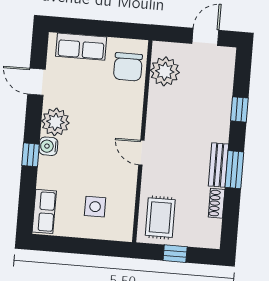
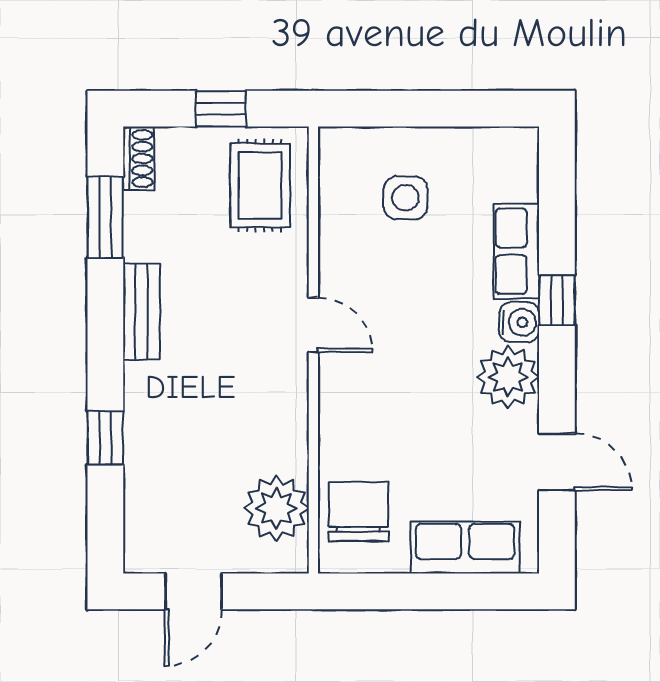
window: (234, 170) -> (105, 217), moved
shoe rack: (217, 203) -> (139, 159), moved
row of seats: (44, 211) -> (516, 251), moved

